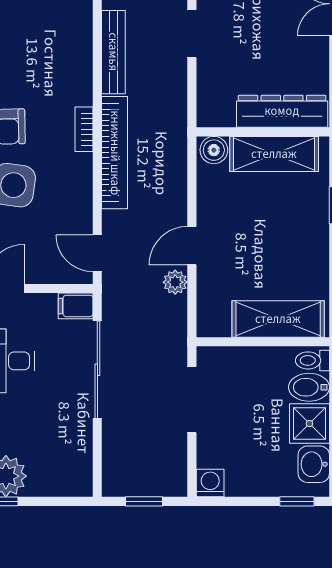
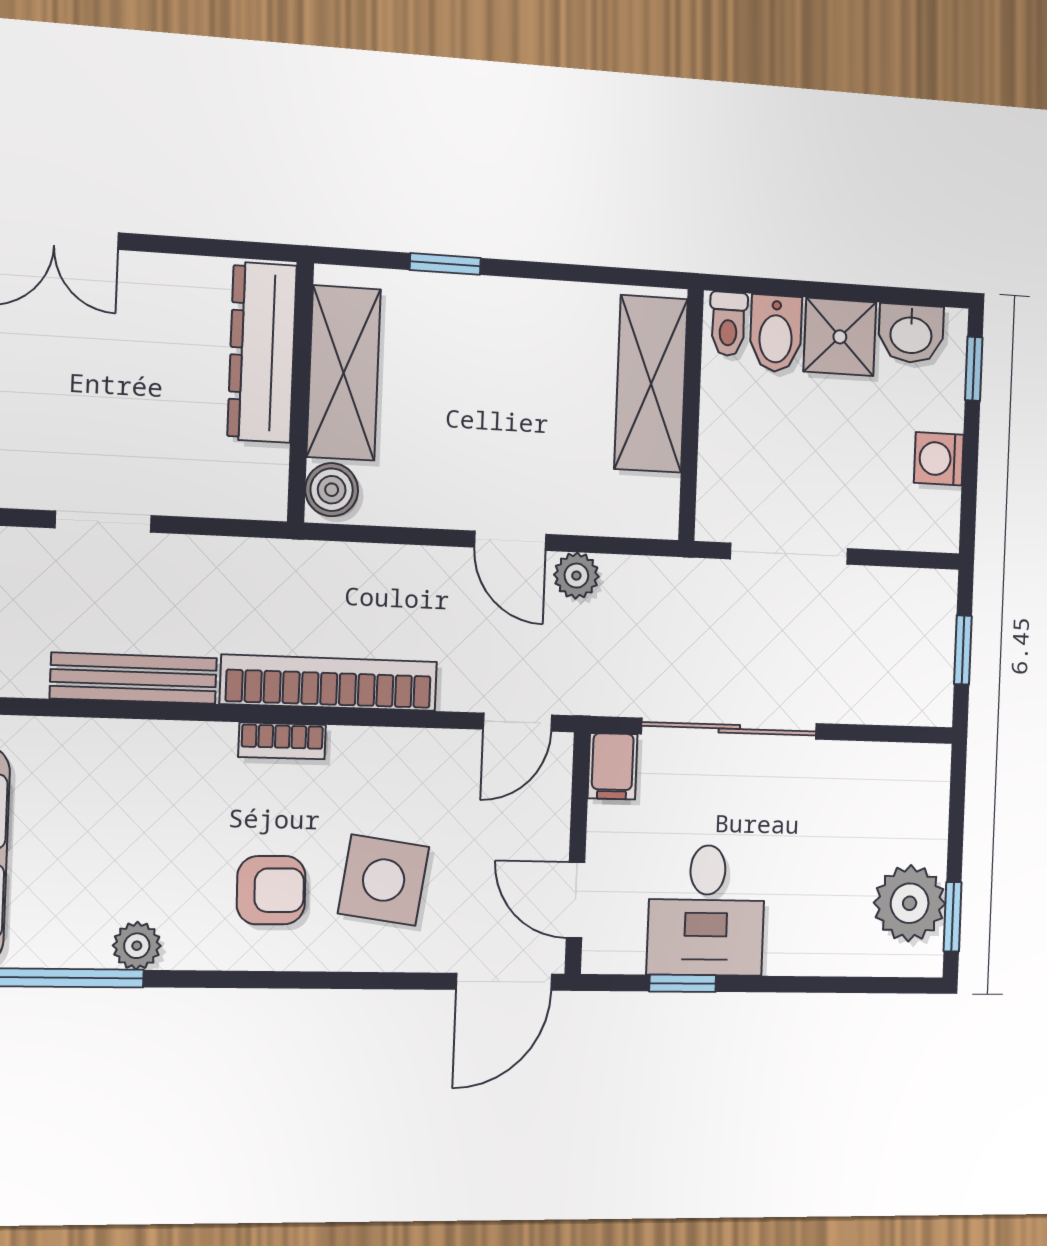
washing machine: (210, 483) -> (939, 459), moved

